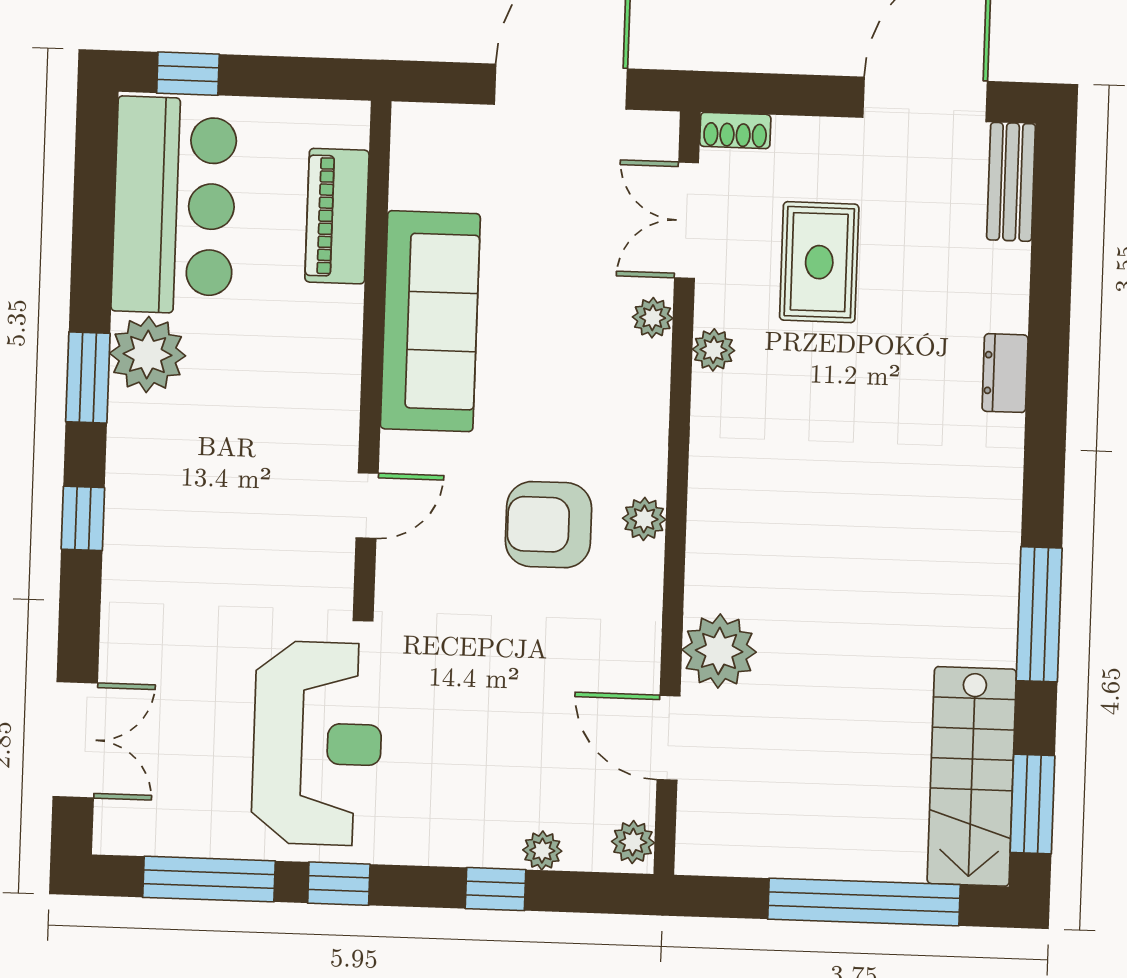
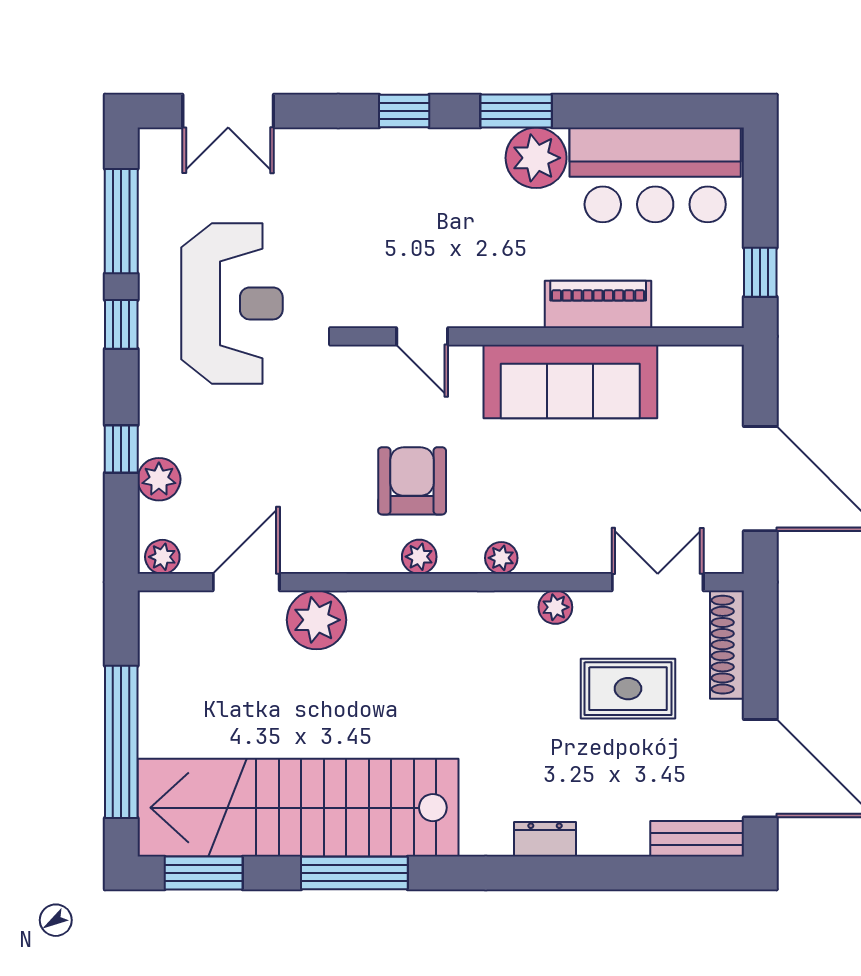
window: (188, 74) -> (760, 272), moved
shoe rack: (735, 130) -> (727, 645), width x1.94, depth x1.24
piano: (337, 216) -> (598, 304), moved
plant: (653, 318) -> (501, 558), moved
reception desk: (317, 743) -> (232, 303), turned -90
stairs: (972, 776) -> (298, 808), width x1.86, depth x1.51
plant: (542, 851) -> (159, 479), width x1.38, depth x1.38

